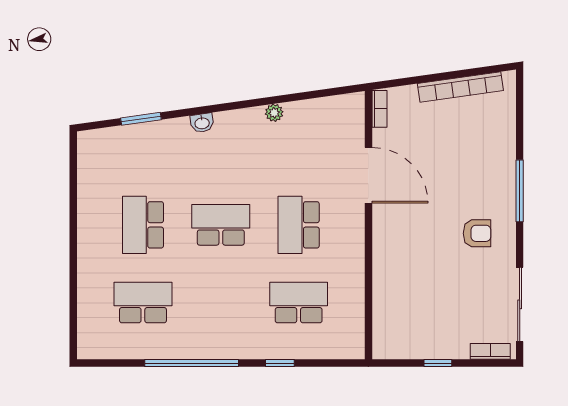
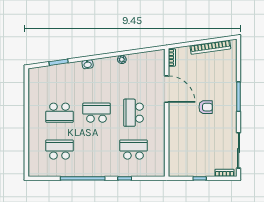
school desk: (143, 225) -> (60, 113), turned -90
armchair: (477, 233) -> (206, 107), moved

